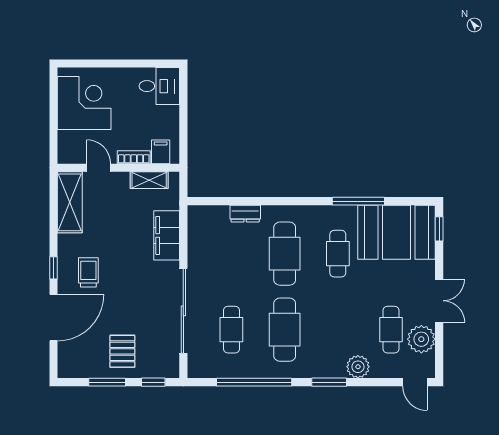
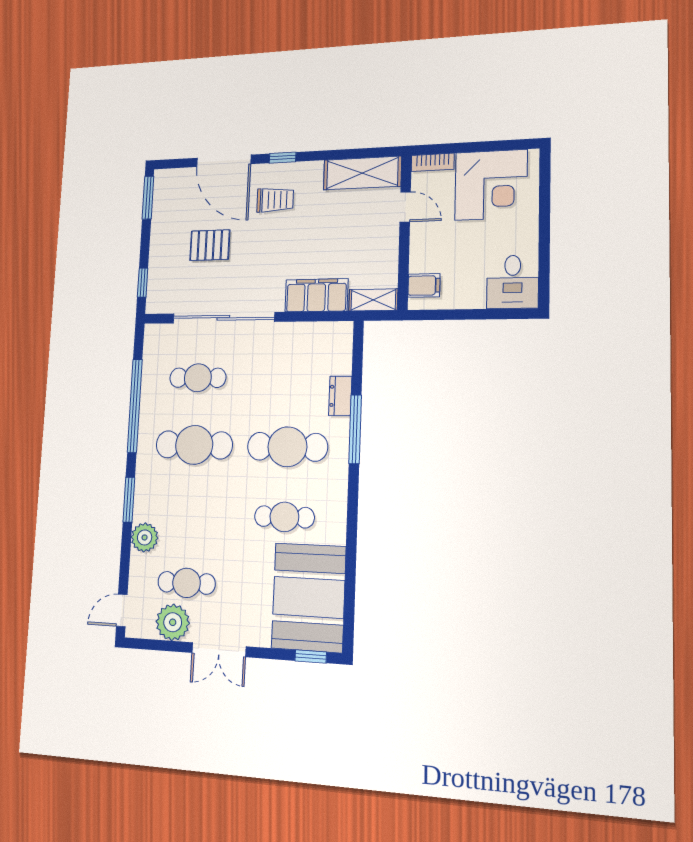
bookcase: (134, 157) -> (433, 162), moved, turned 90
door: (99, 168) -> (405, 207), hinge flipped
shelving: (149, 180) -> (373, 300), moved, turned 90
window: (358, 201) -> (355, 429), moved
pallet: (122, 351) -> (210, 245), moved
window: (107, 382) -> (148, 198), moved

